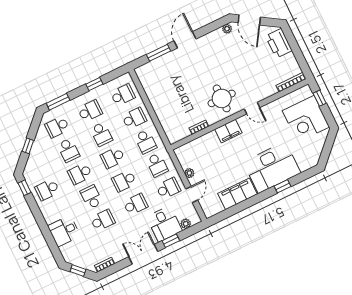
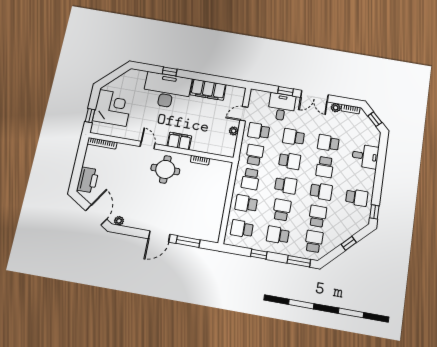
school desk: (57, 127) -> (314, 241), turned -90
school desk: (146, 142) -> (250, 179), turned 180
plant: (186, 224) -> (336, 108), moved

